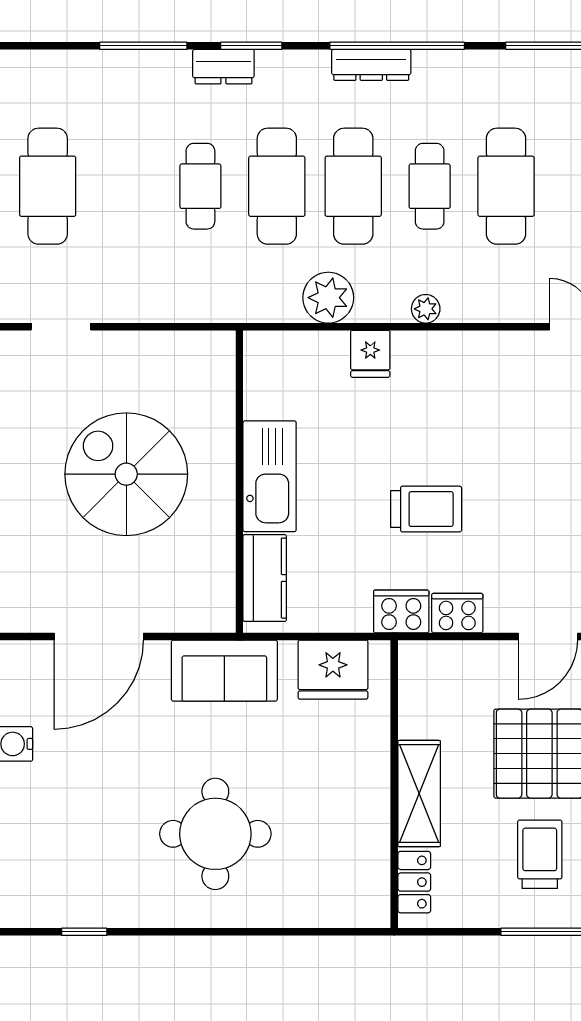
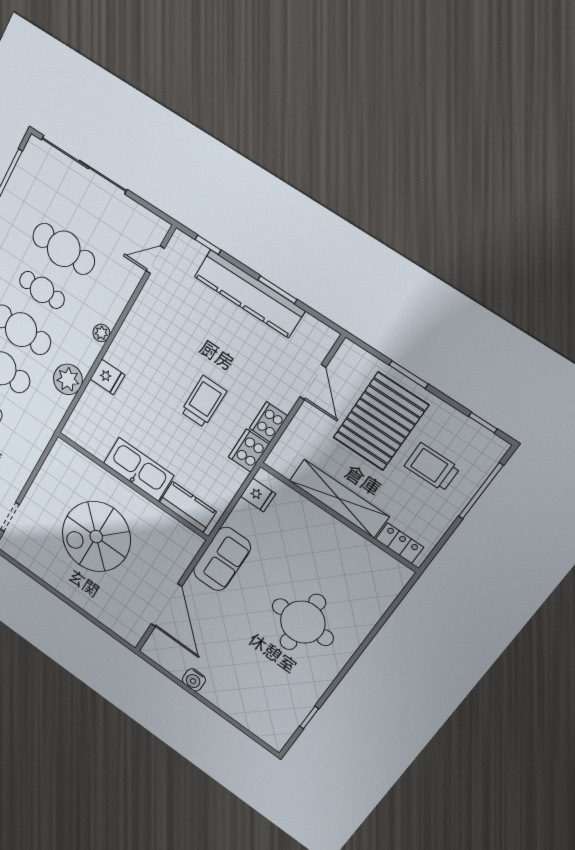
fridge: (333, 670) -> (258, 495), width x0.53, depth x0.75
shelving: (419, 794) -> (339, 499), width x1.47

